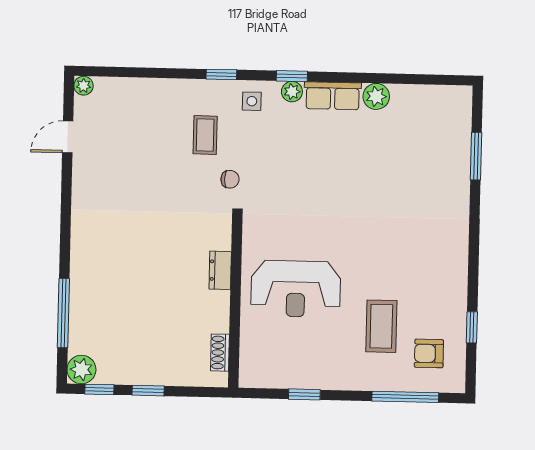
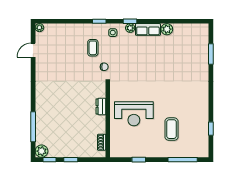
armchair: (429, 353) -> (193, 140), removed

